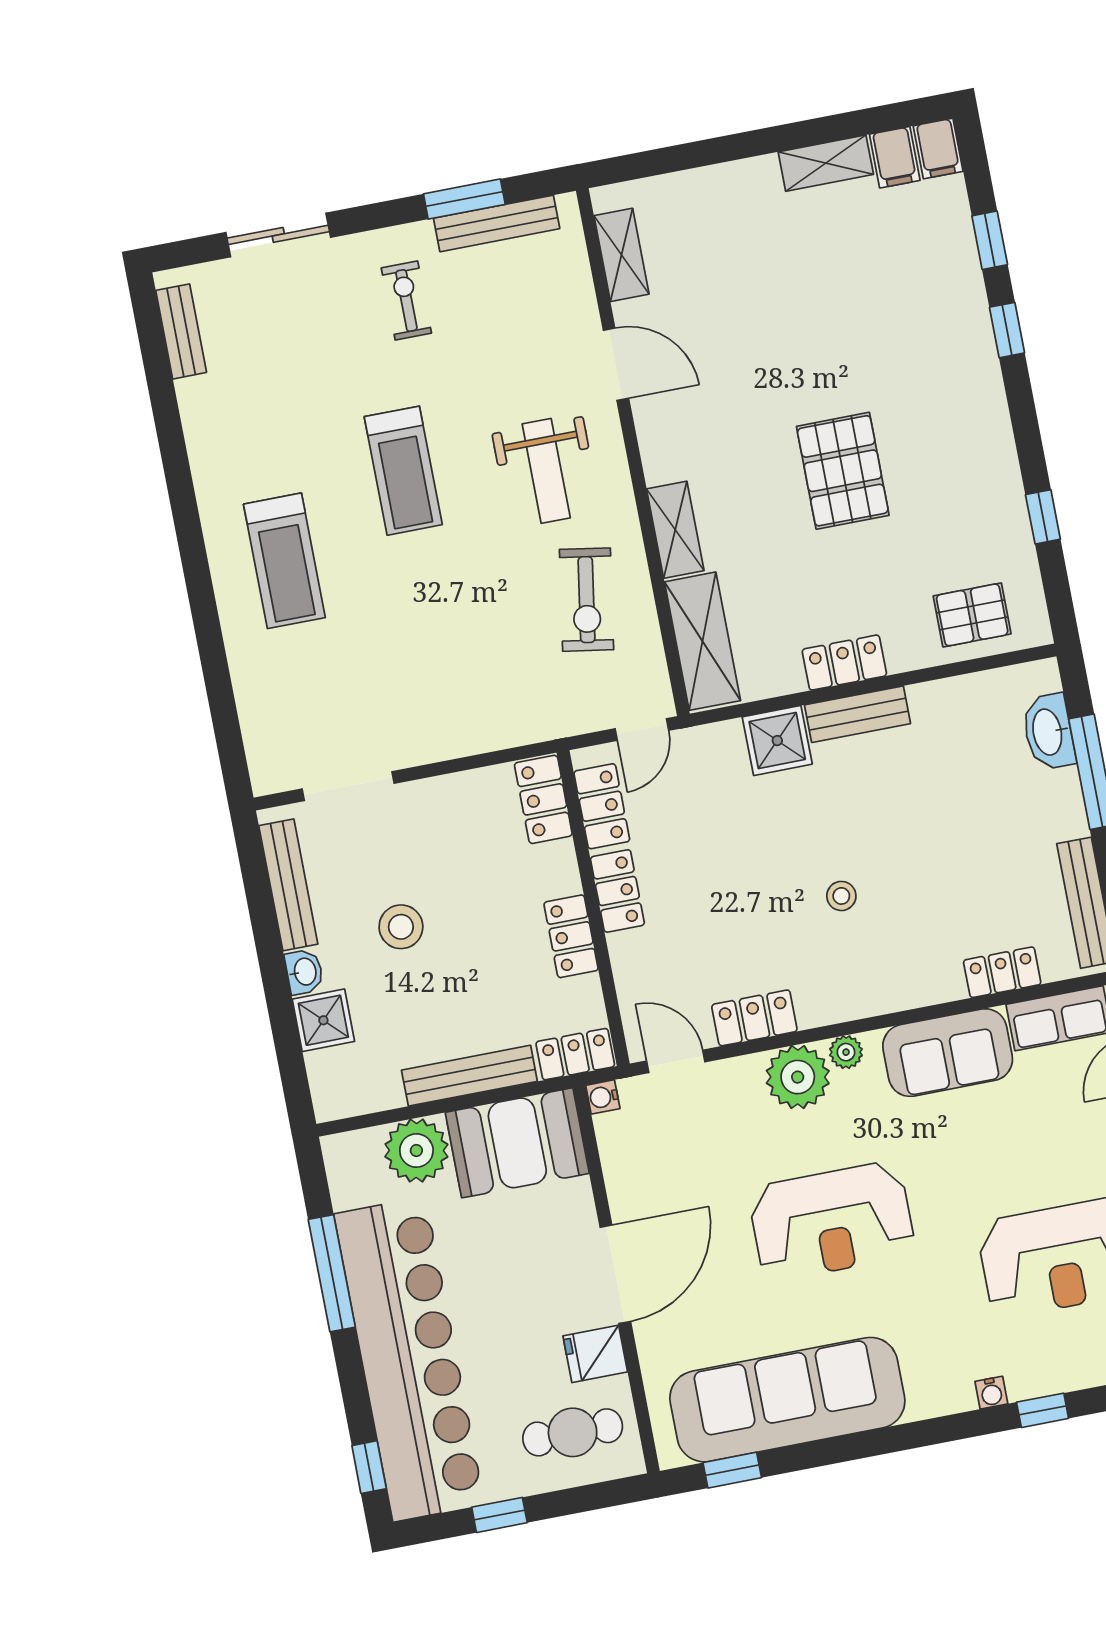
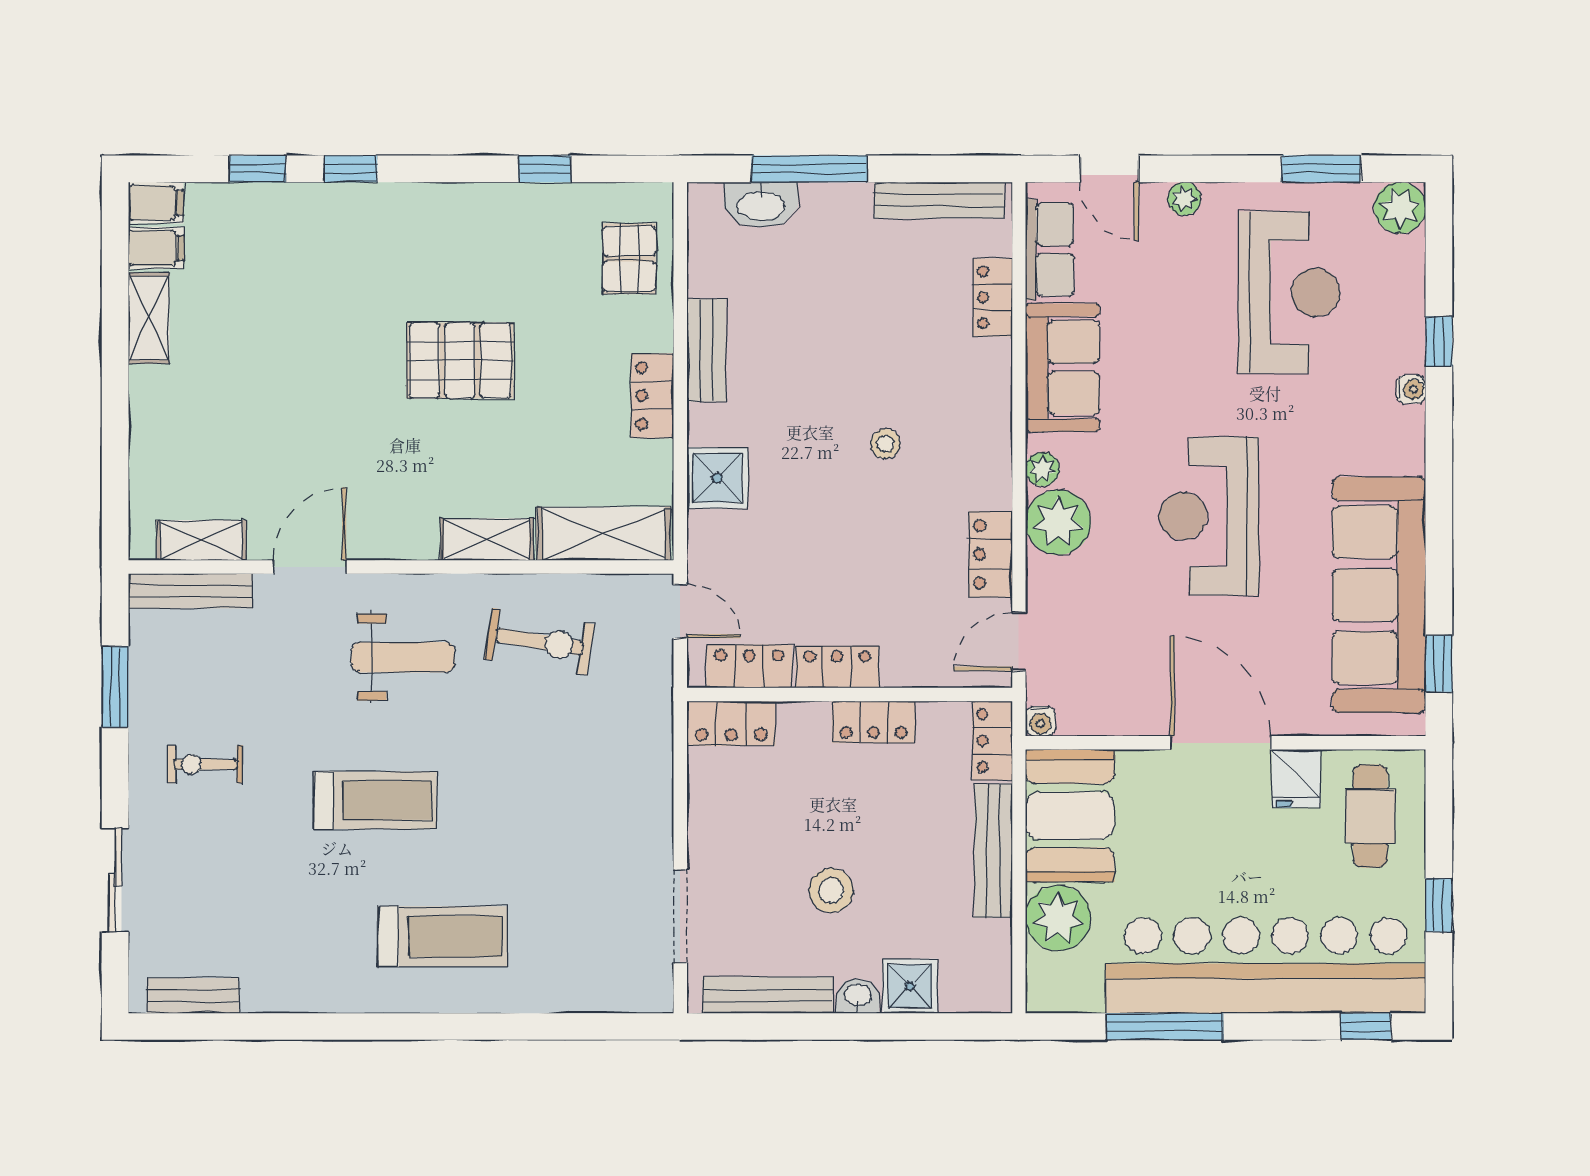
bench: (497, 223) -> (191, 591), moved, turned 90
bench: (857, 714) -> (706, 350), moved
reception desk: (832, 1221) -> (1209, 516), turned 180

